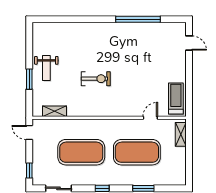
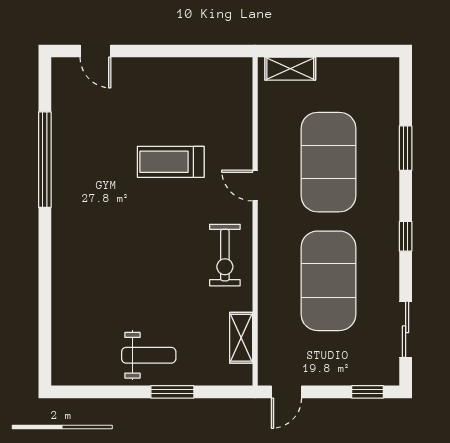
door: (189, 43) -> (95, 51), swing flipped
exercise bike: (96, 79) -> (225, 255), moved, turned 180
treadmill: (176, 99) -> (171, 162), moved
door: (150, 118) -> (255, 185), moved

